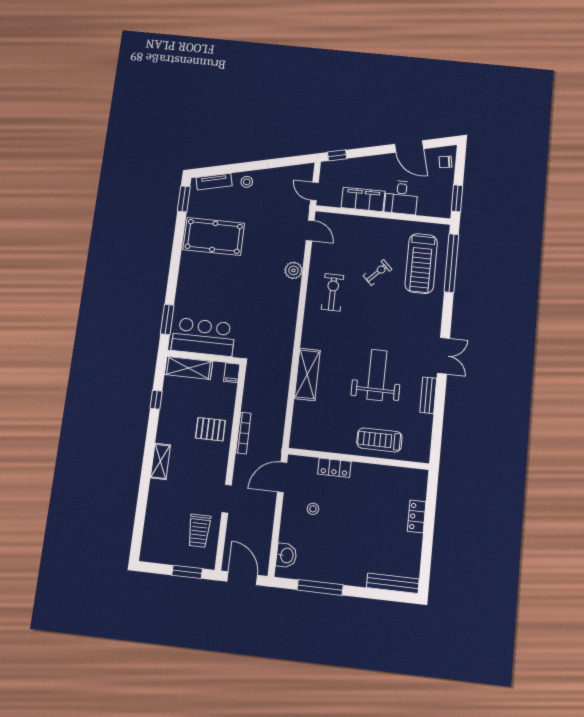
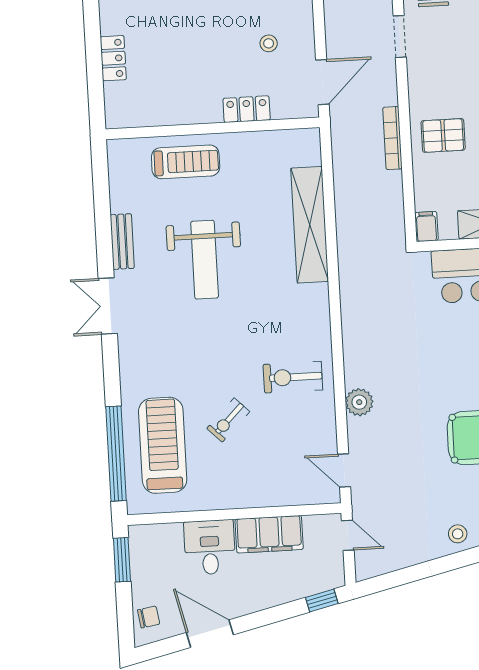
exercise bike: (333, 292) -> (293, 377), turned 90
shelving: (307, 374) -> (310, 225), width x1.47

